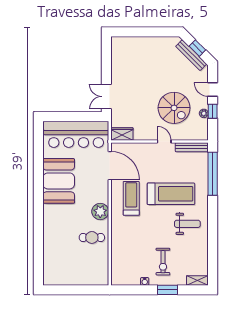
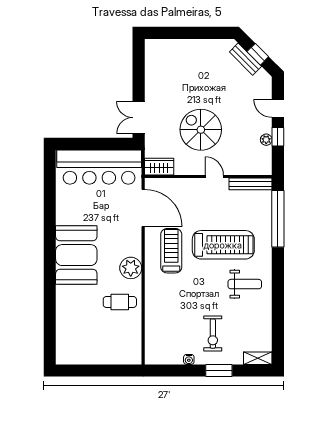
bench: (191, 55) -> (245, 59), width x0.73
spiral stairs: (174, 108) -> (201, 130), moved, turned 180
booth: (59, 181) -> (76, 255), moved

